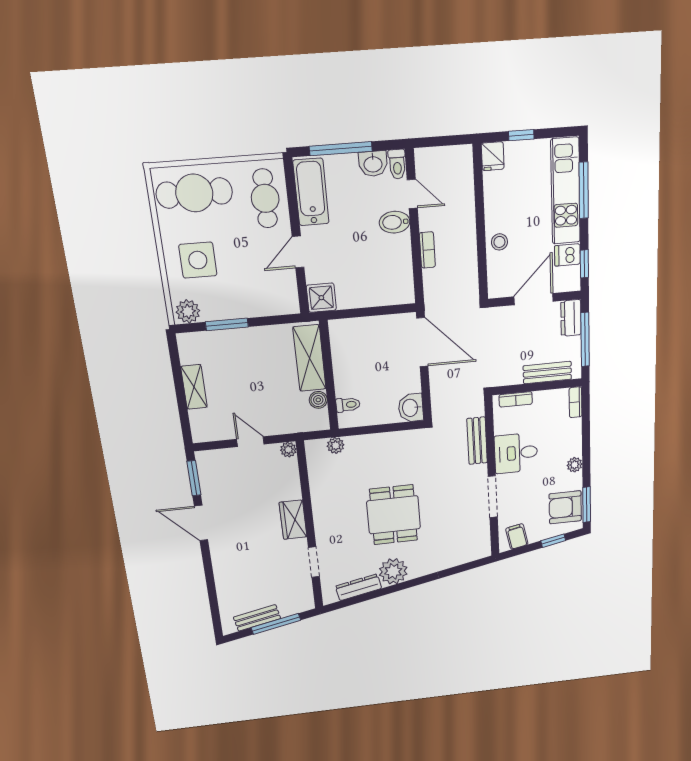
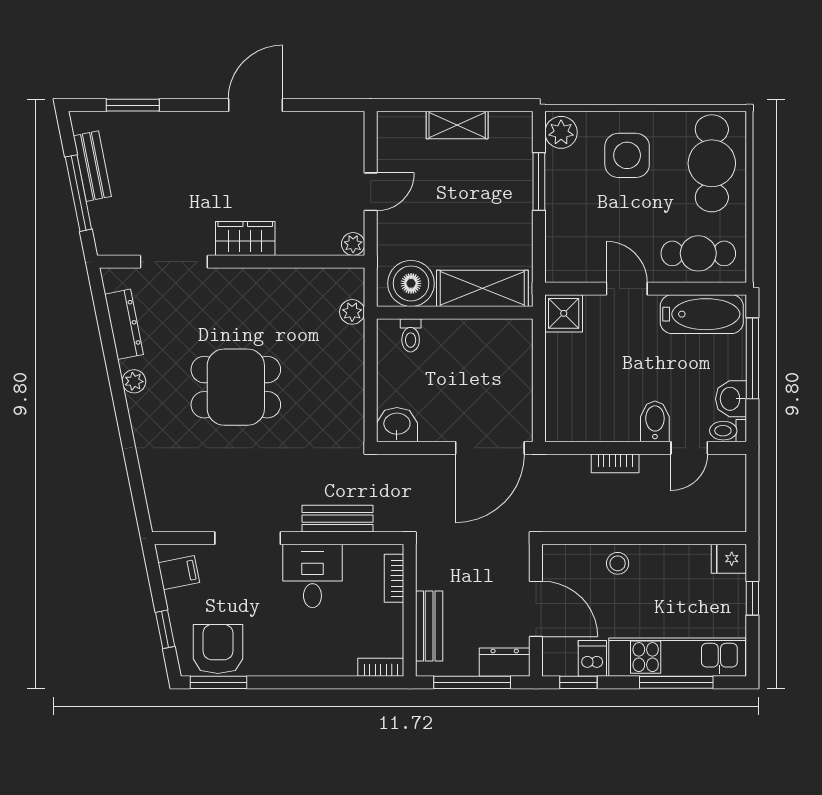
boiler: (318, 400) -> (411, 283), width x1.86, depth x1.86
plant: (575, 465) -> (285, 664), removed
window: (194, 478) -> (133, 105), moved
doorway: (314, 562) -> (174, 262), width x1.38
plant: (393, 571) -> (134, 381), width x0.53, depth x0.53

